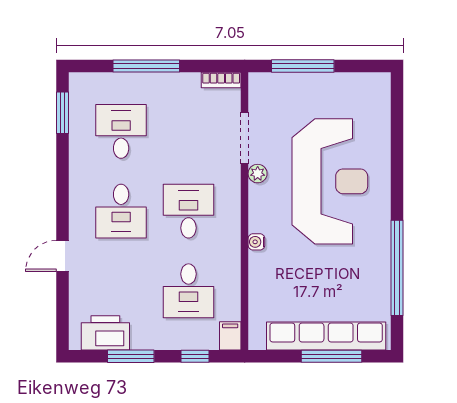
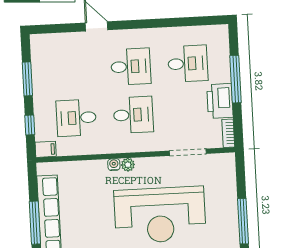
window: (303, 66) -> (243, 221), moved
window: (63, 113) -> (199, 21), removed
plant: (258, 174) -> (128, 165), moved
desk: (121, 211) -> (131, 67), turned 180
printer: (105, 333) -> (220, 101), moved, turned 180

